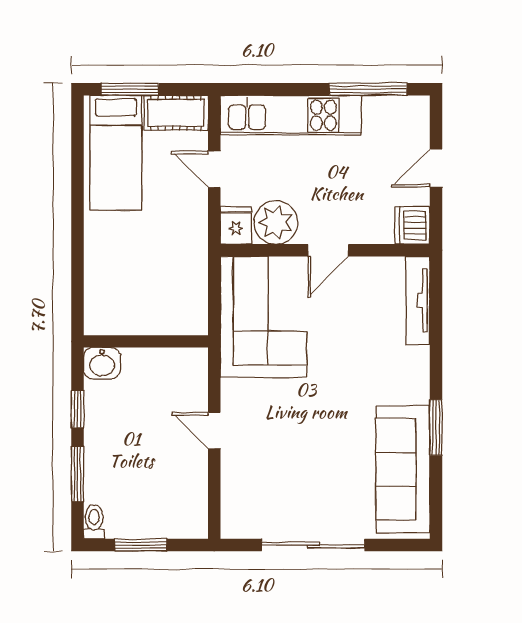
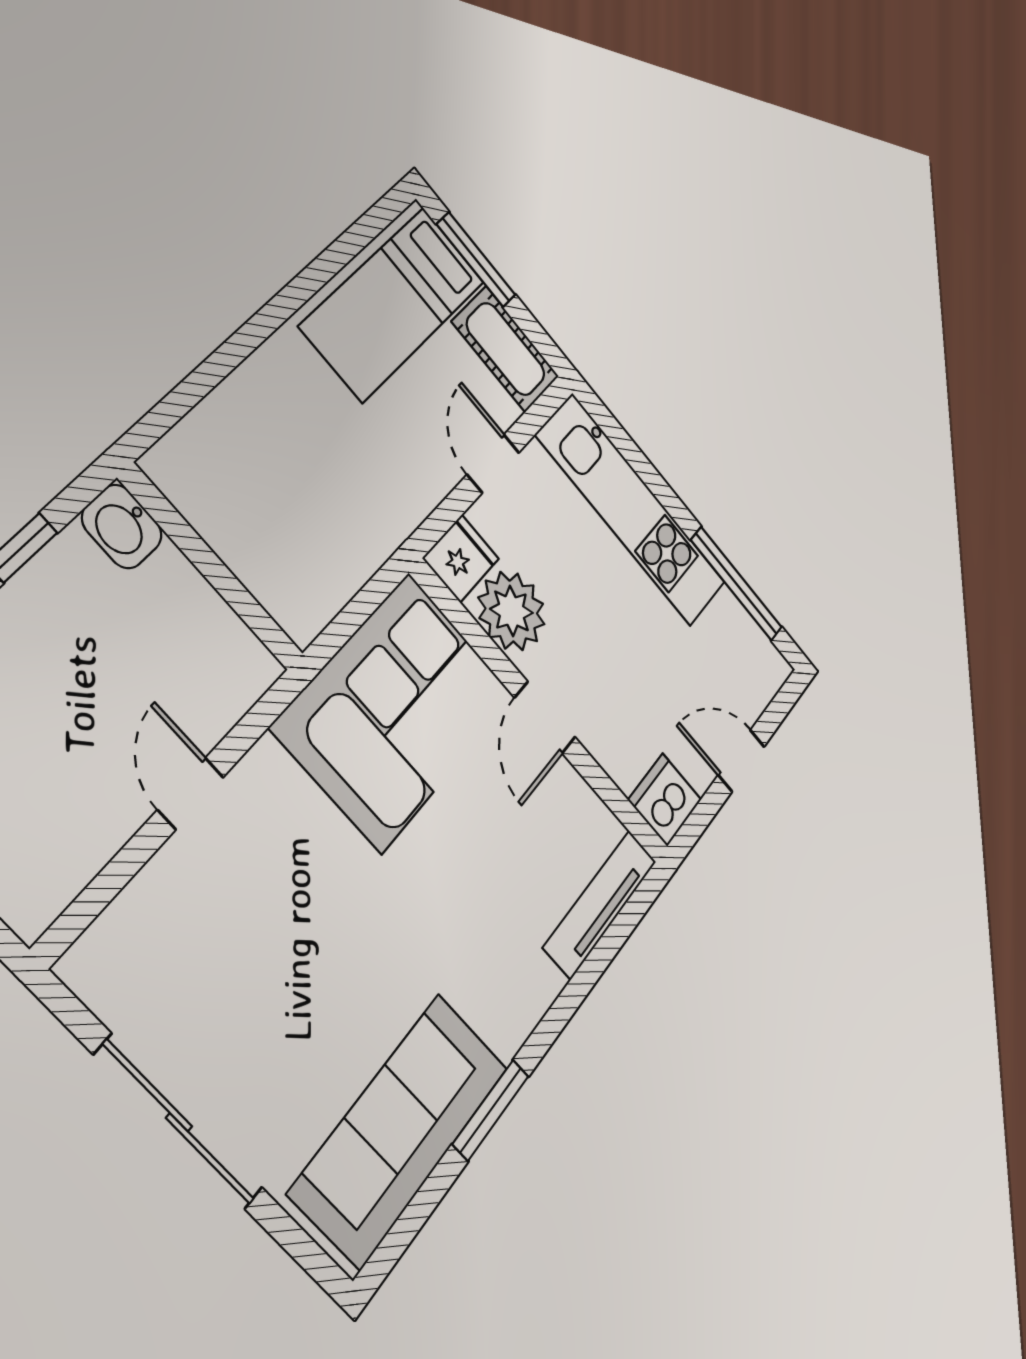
door: (328, 250) -> (545, 717), hinge flipped

